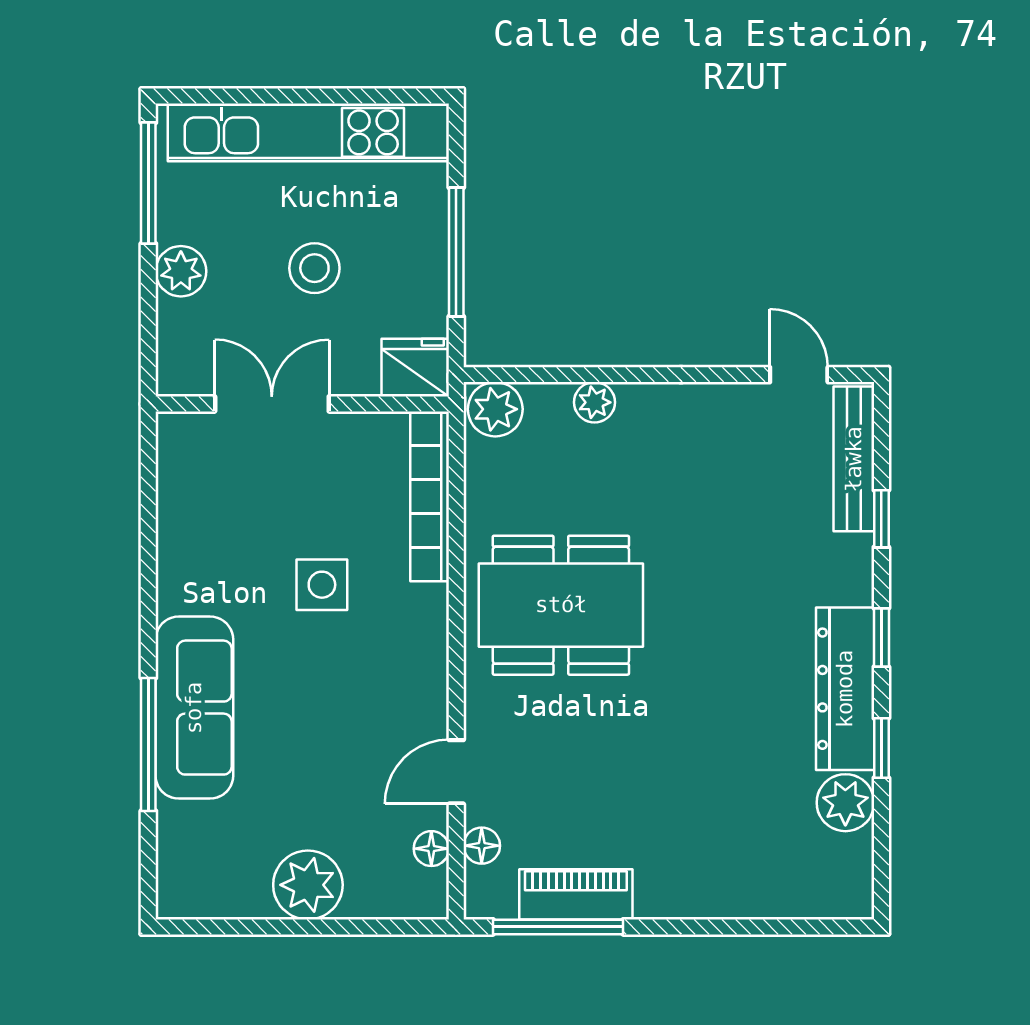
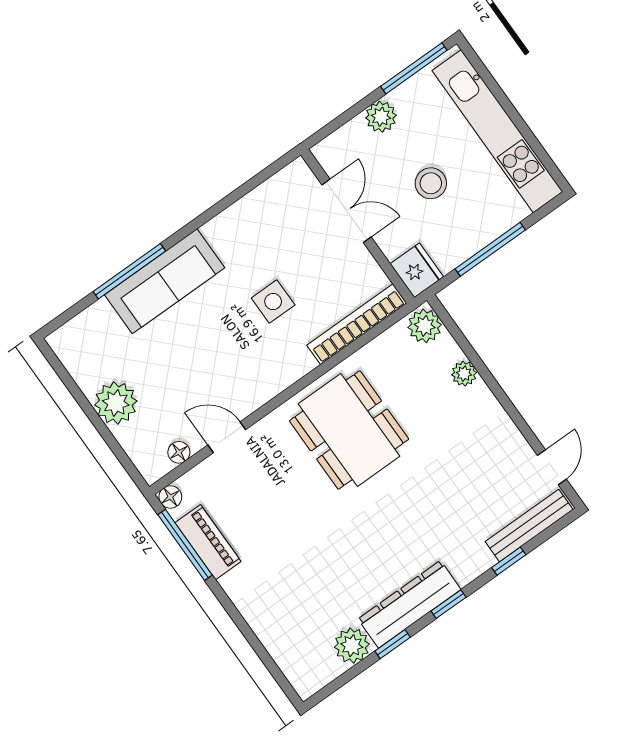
floor lamp: (482, 846) -> (170, 497), moved

